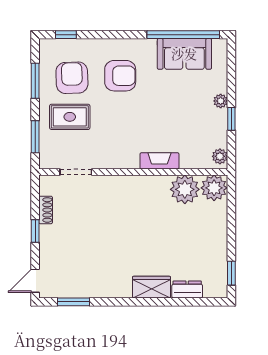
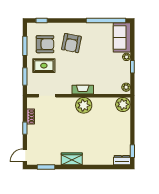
sofa: (184, 54) -> (122, 37), moved, turned 90
armchair: (120, 76) -> (71, 43), turned 101
armchair: (72, 78) -> (45, 44), turned 92
fireplace: (159, 161) -> (83, 90), moved
plant: (185, 189) -> (84, 105), moved
wardrobe: (151, 287) -> (72, 159), moved
dresser: (187, 290) -> (122, 160), moved

